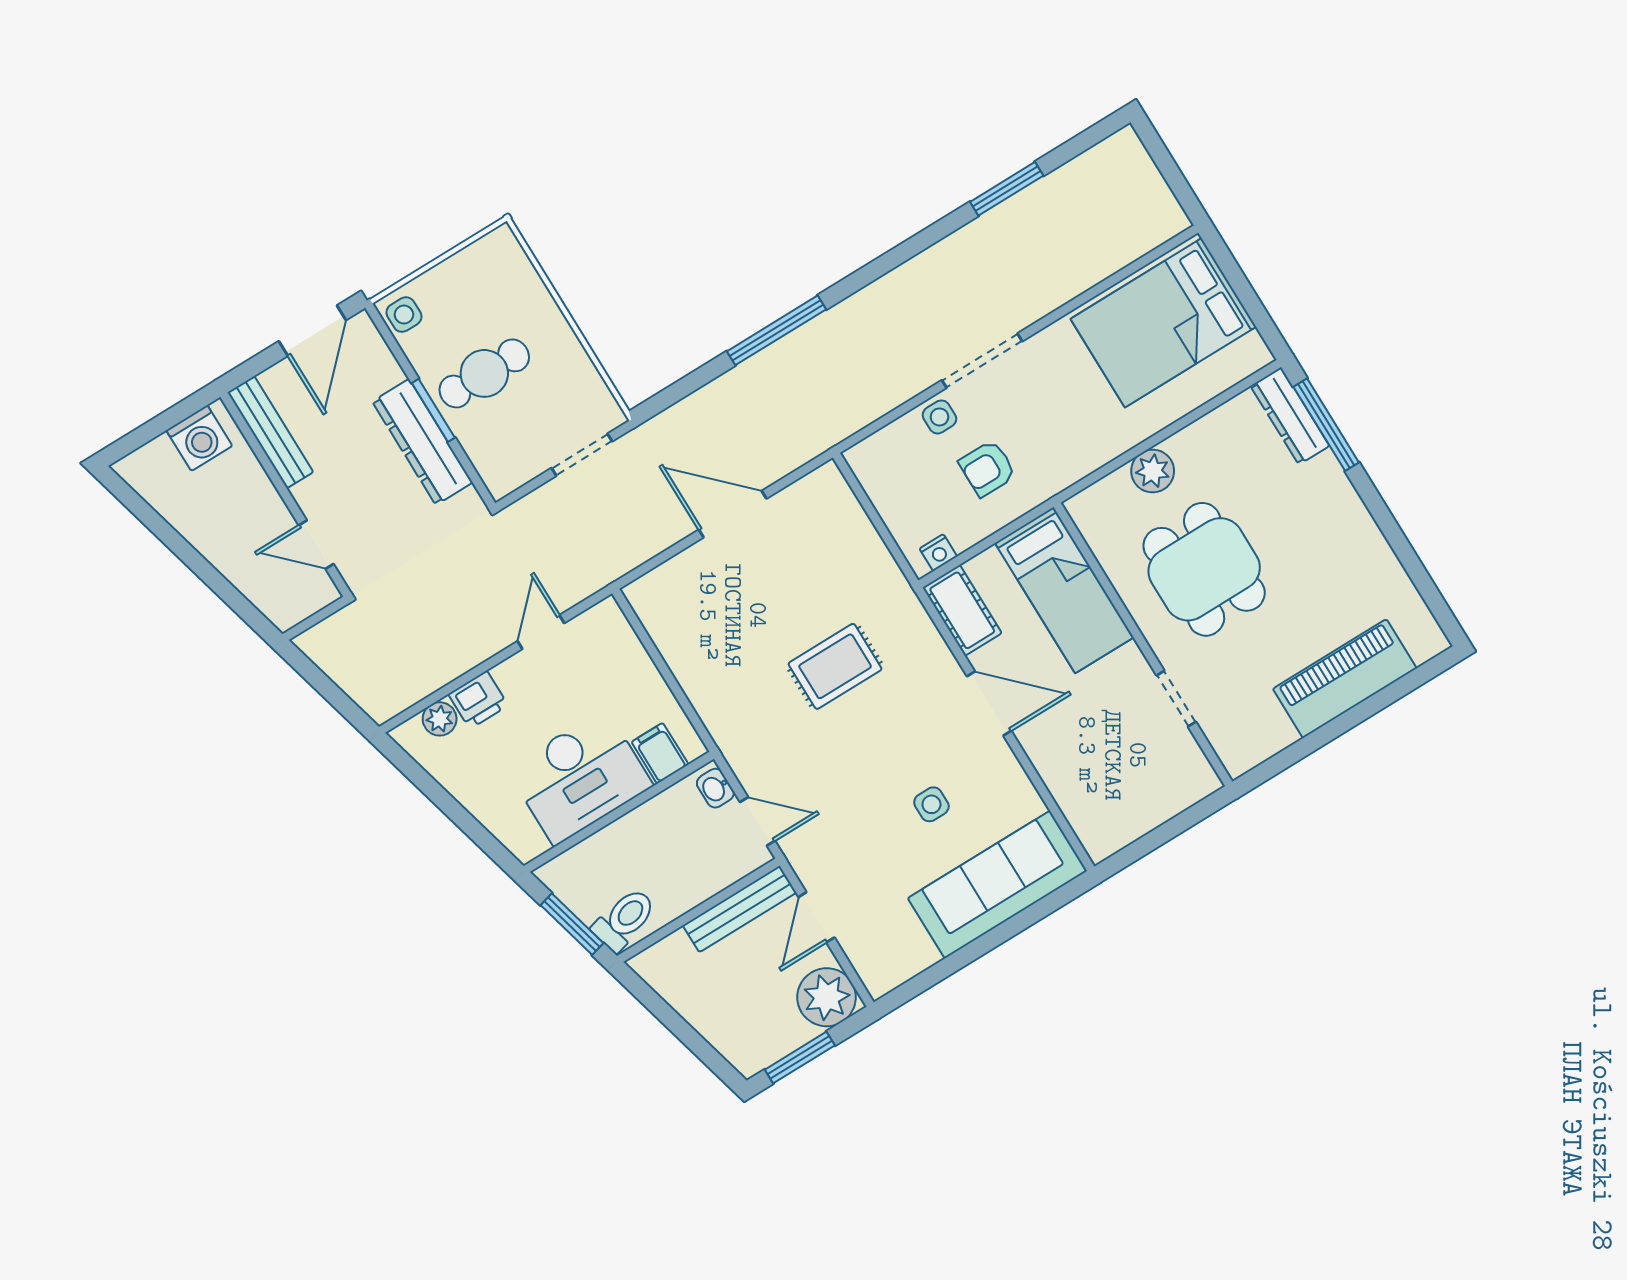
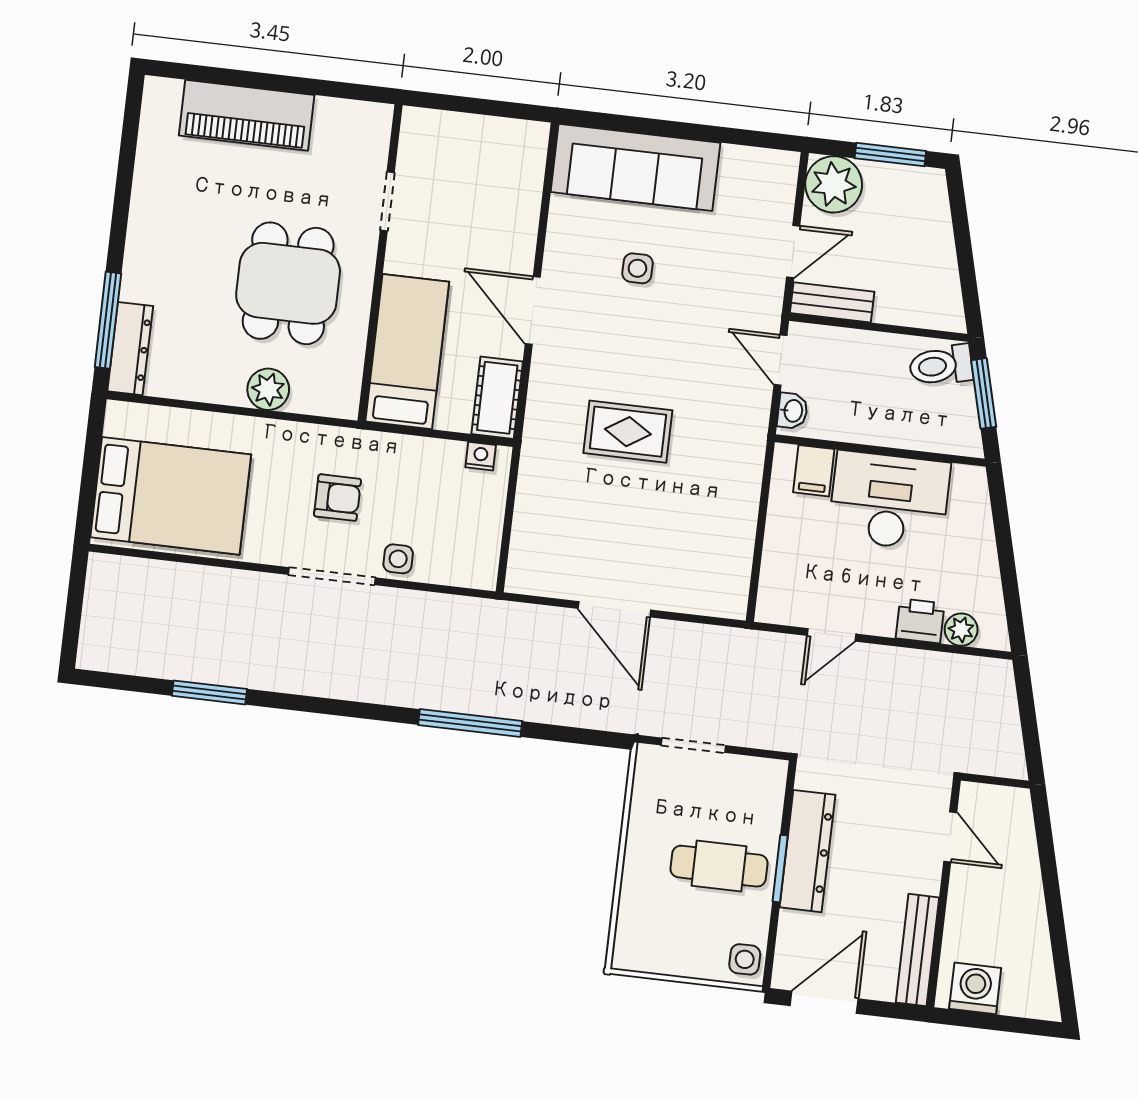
armchair: (987, 468) -> (338, 498), moved
bench: (739, 909) -> (832, 302), width x0.73

